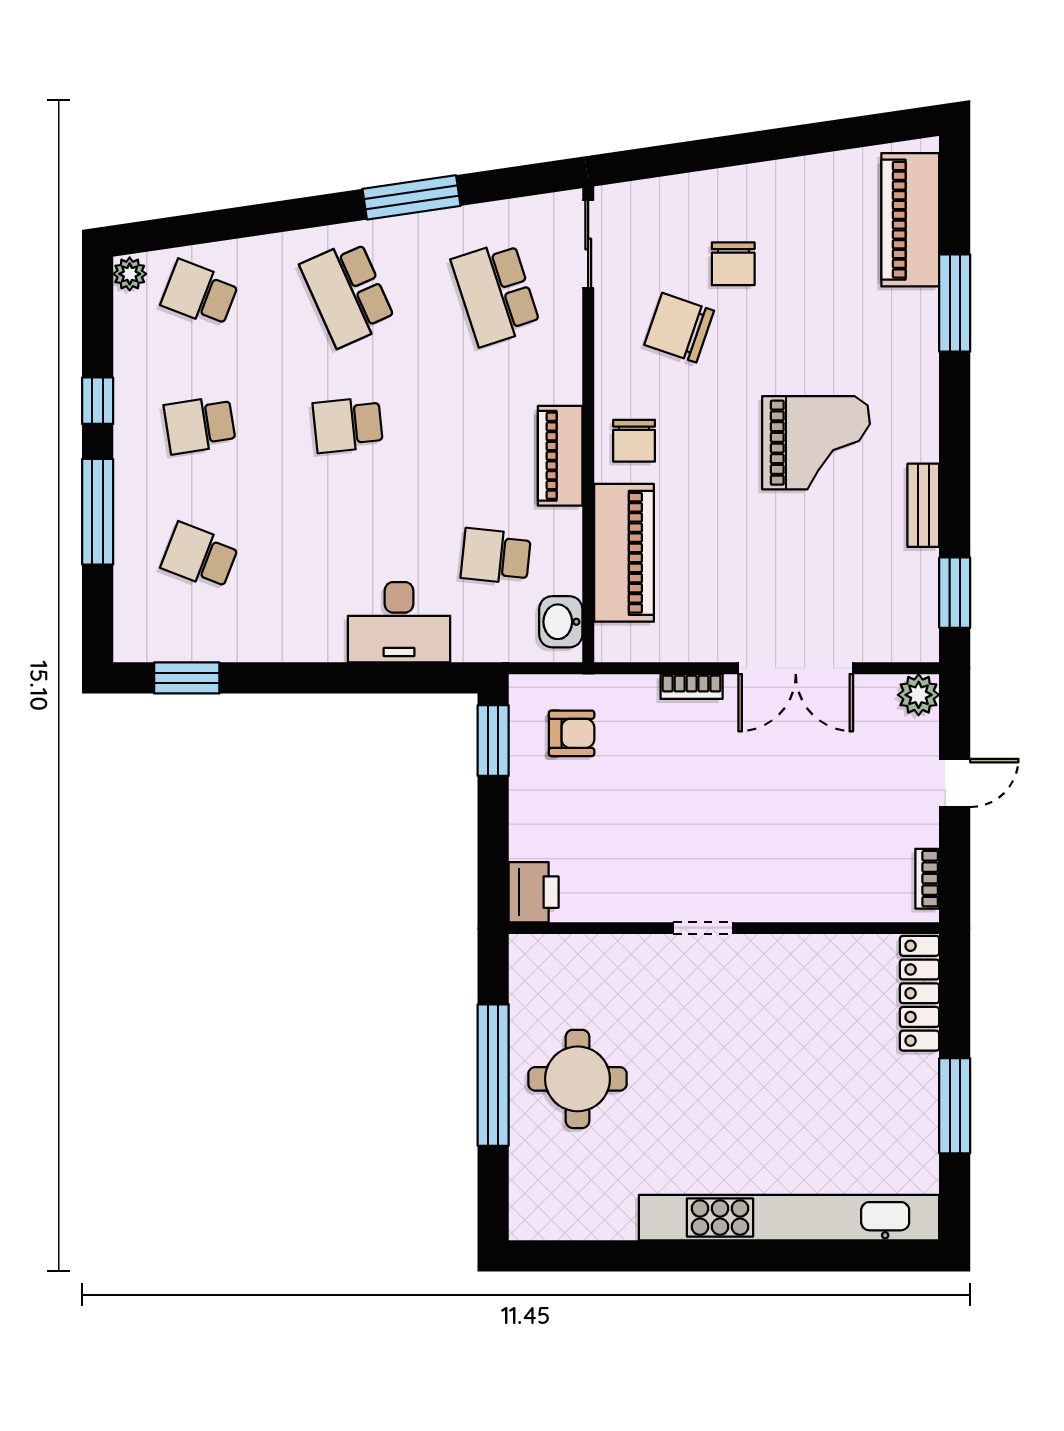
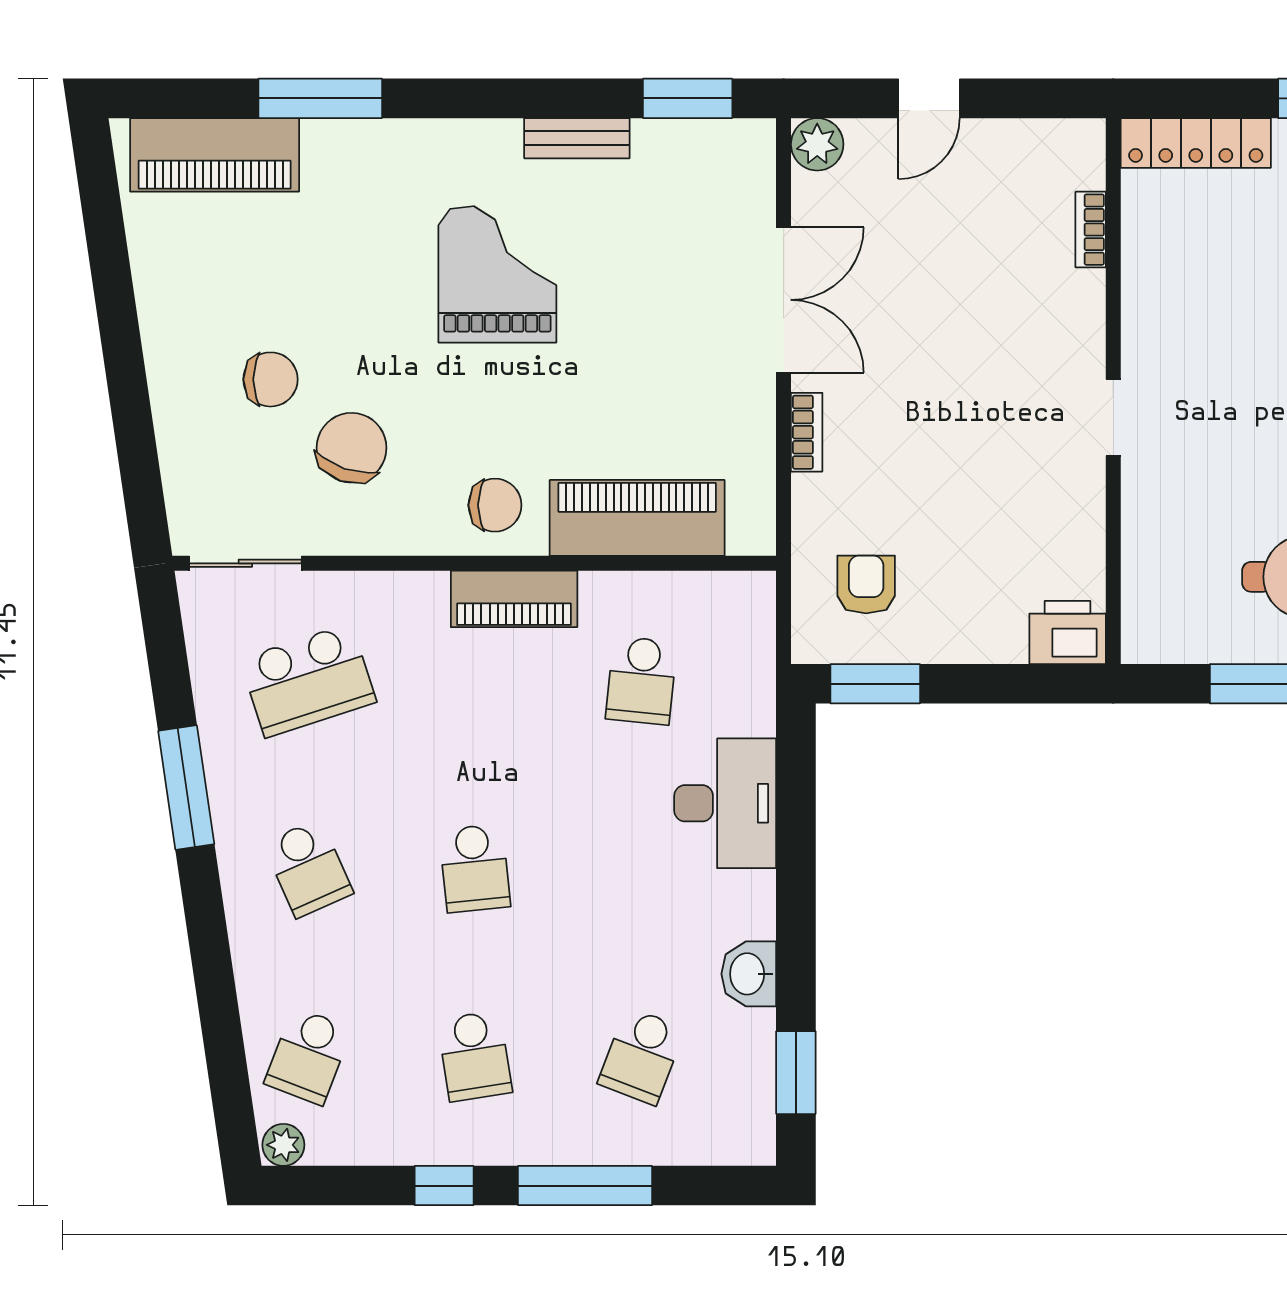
school desk: (348, 293) -> (308, 868), width x0.54
chair: (679, 328) -> (352, 448), turned 180
washbasin: (561, 622) -> (749, 974), moved, turned 90
door: (955, 783) -> (929, 98), swing flipped
bookcase: (927, 879) -> (1091, 230), moved, turned 90

